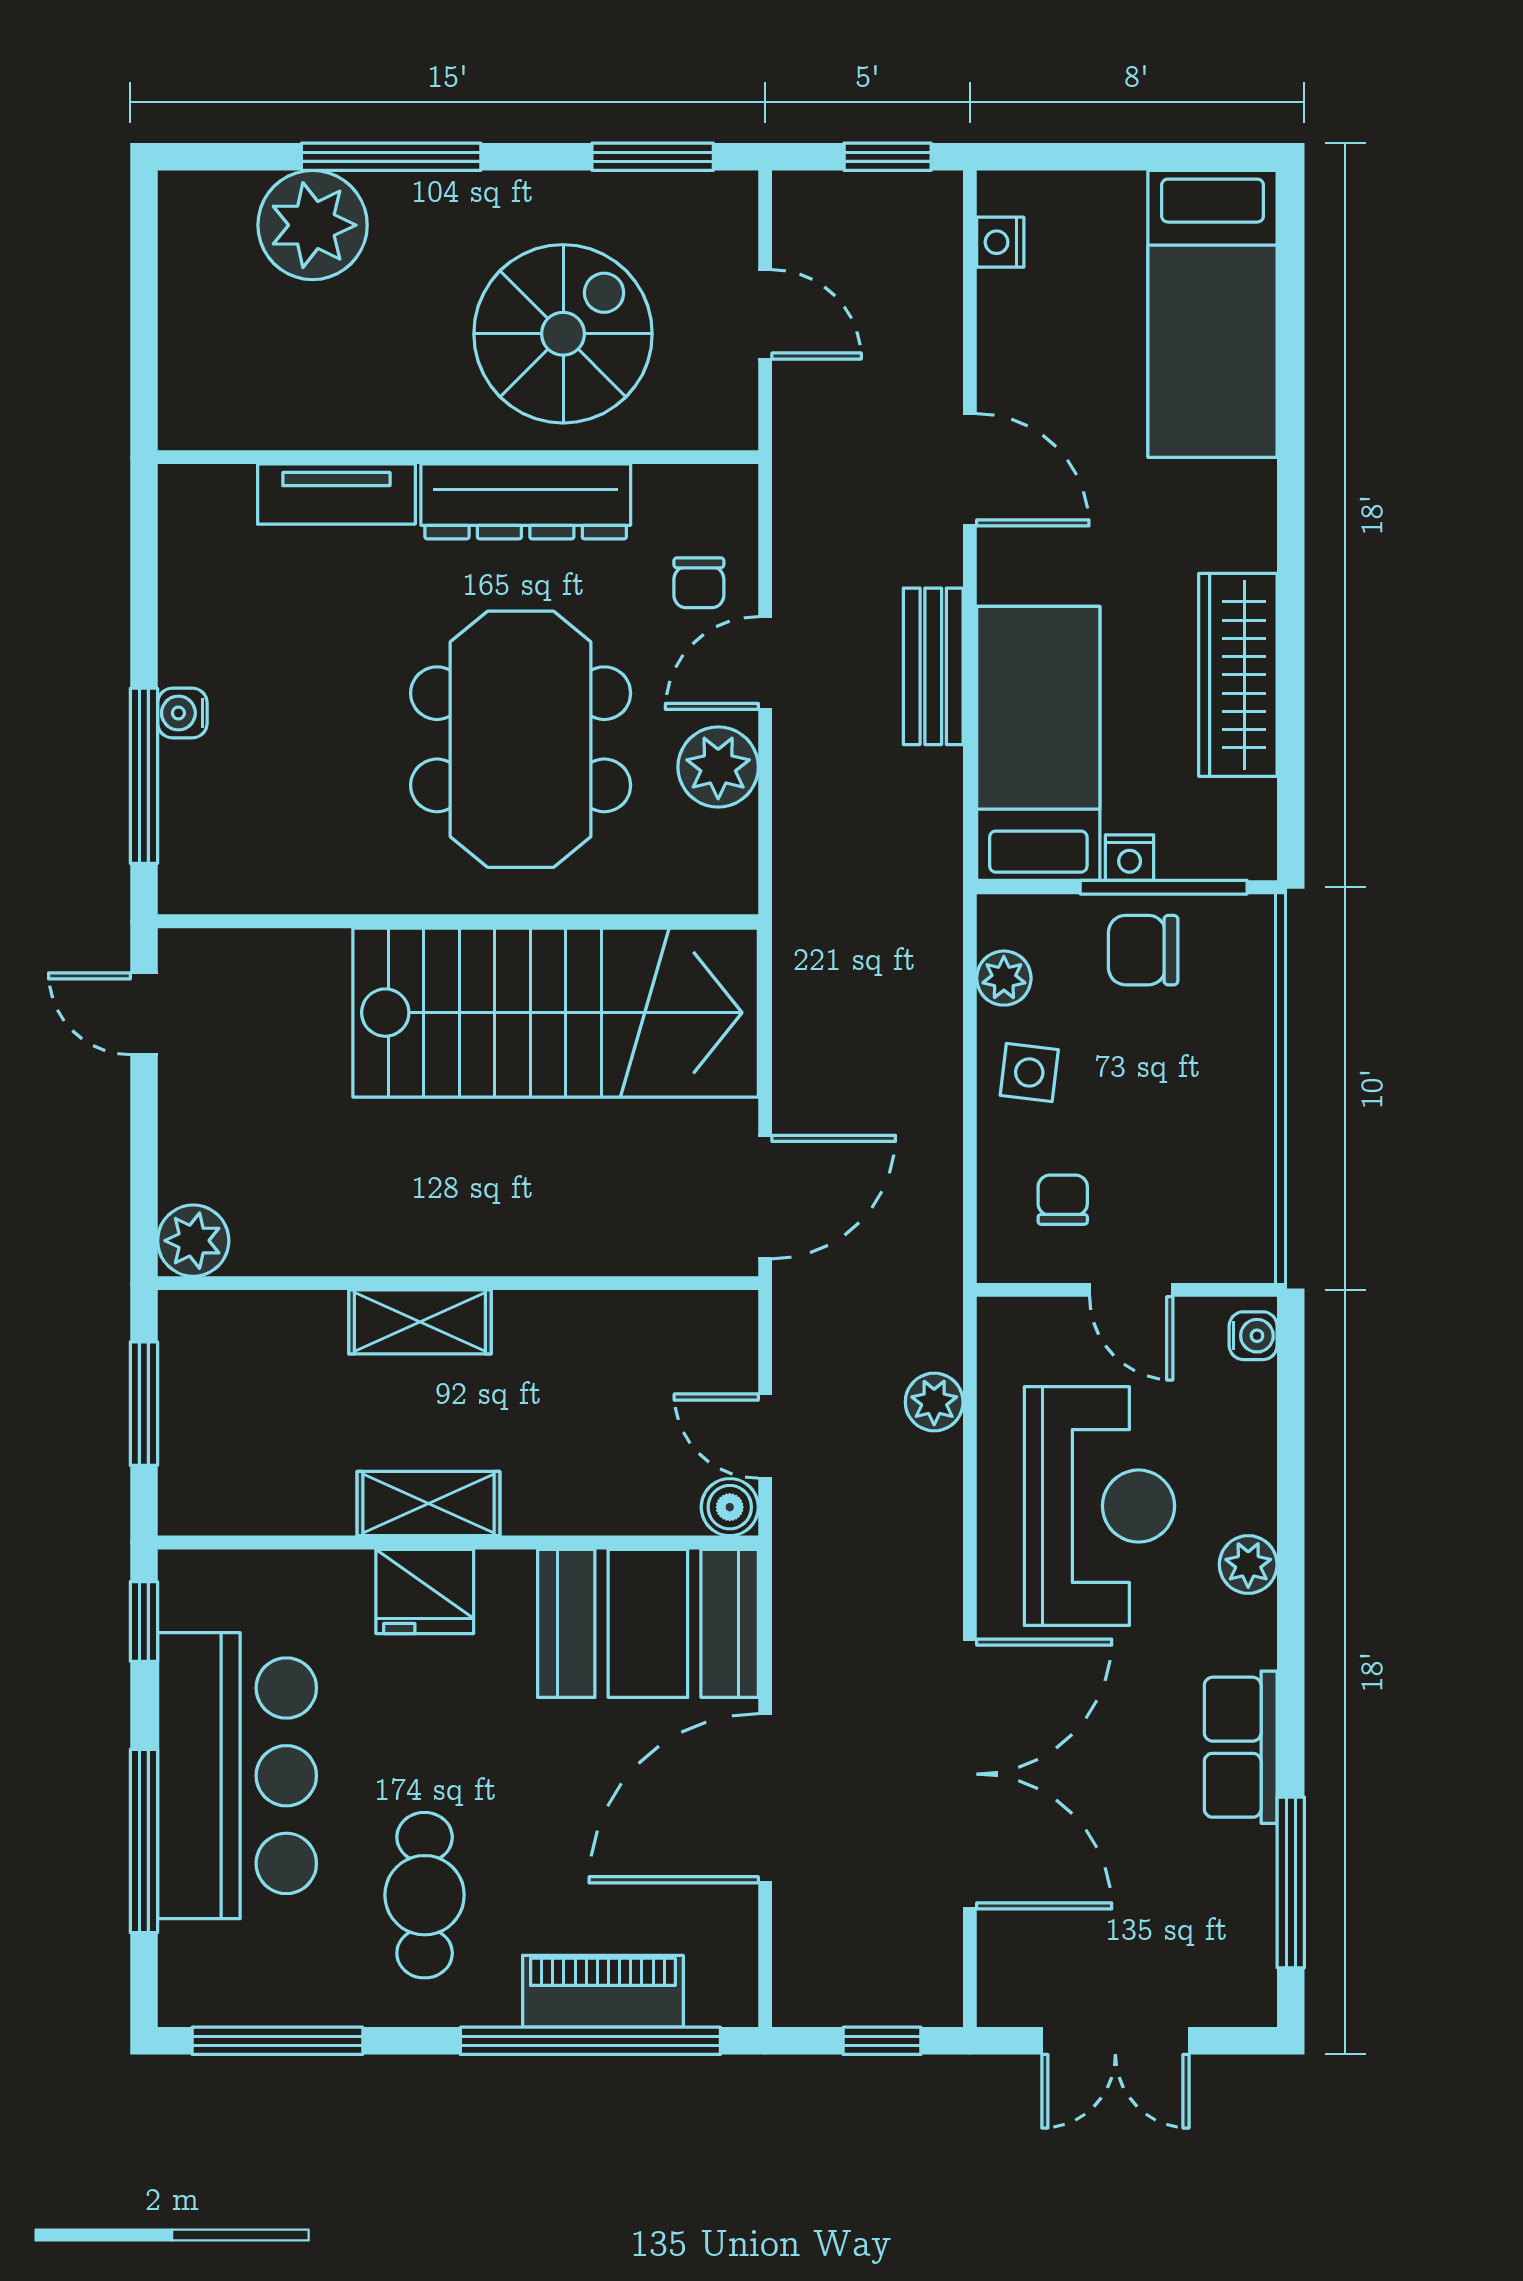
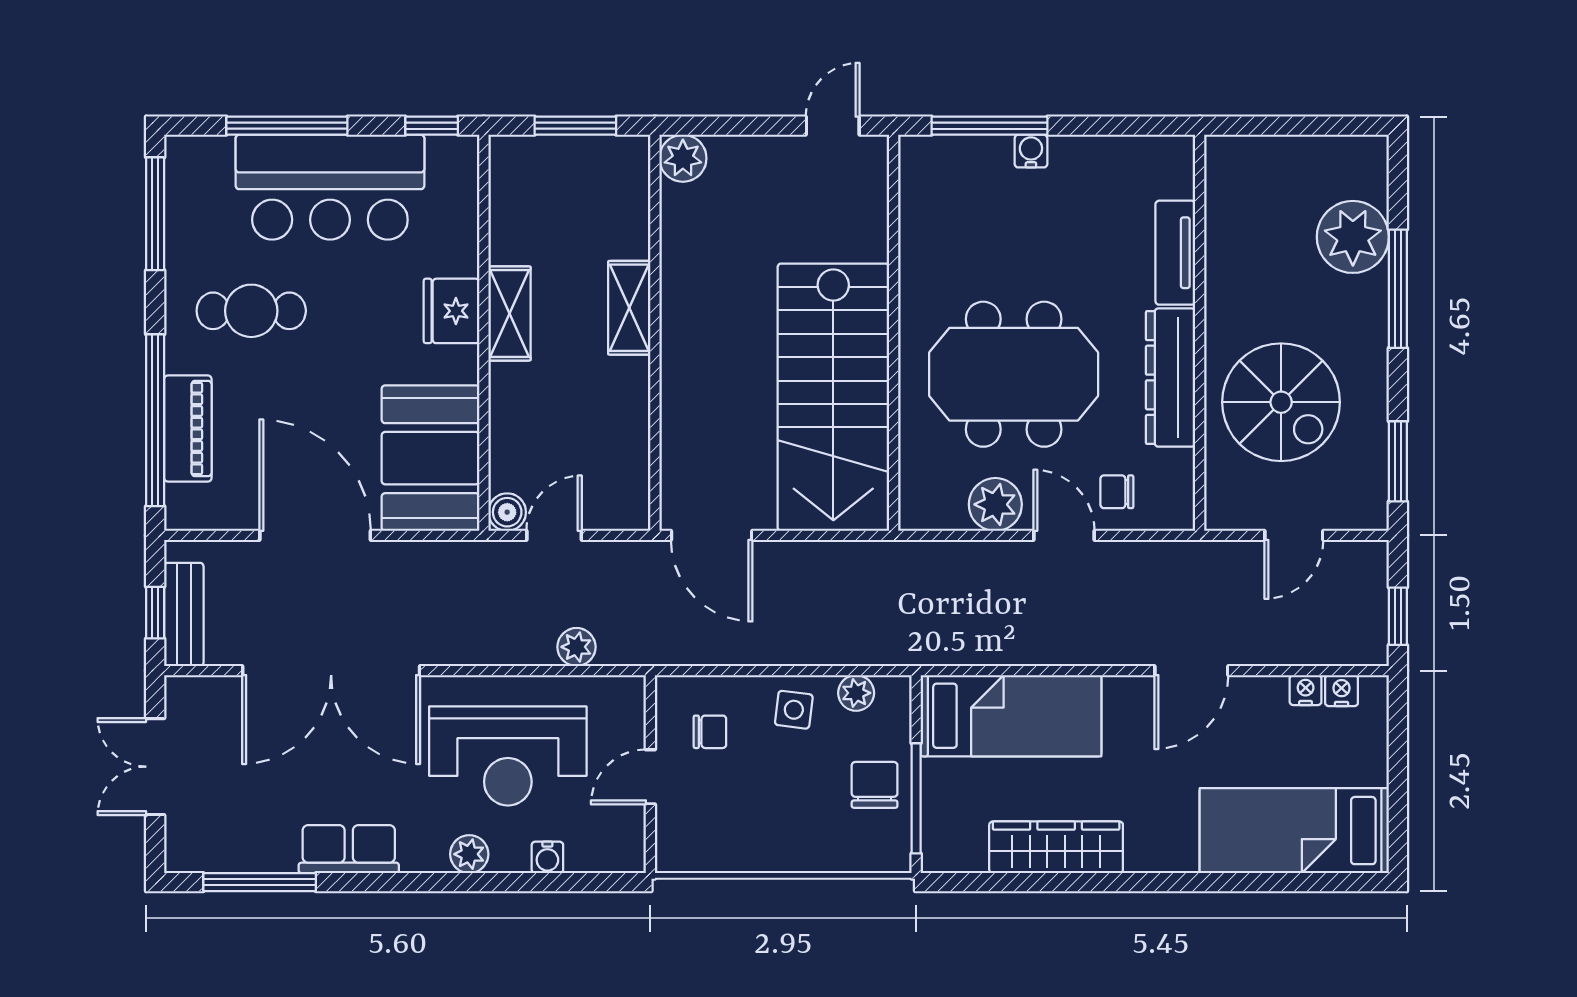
bench: (933, 666) -> (184, 614), moved, turned 90
nightstand: (1130, 858) -> (1306, 690), moved, turned 90
water cooler: (1253, 1336) -> (547, 857), moved

